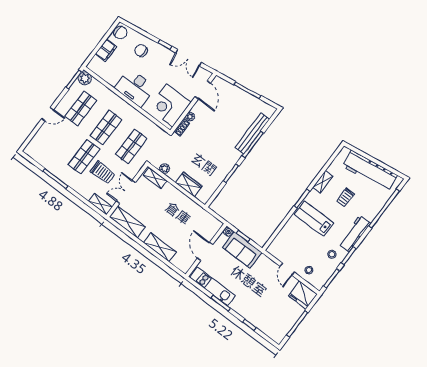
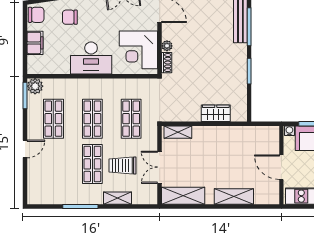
plant: (165, 169) -> (180, 116), removed
trolley: (103, 173) -> (122, 165), turned 180
shelving: (101, 204) -> (118, 198), moved

